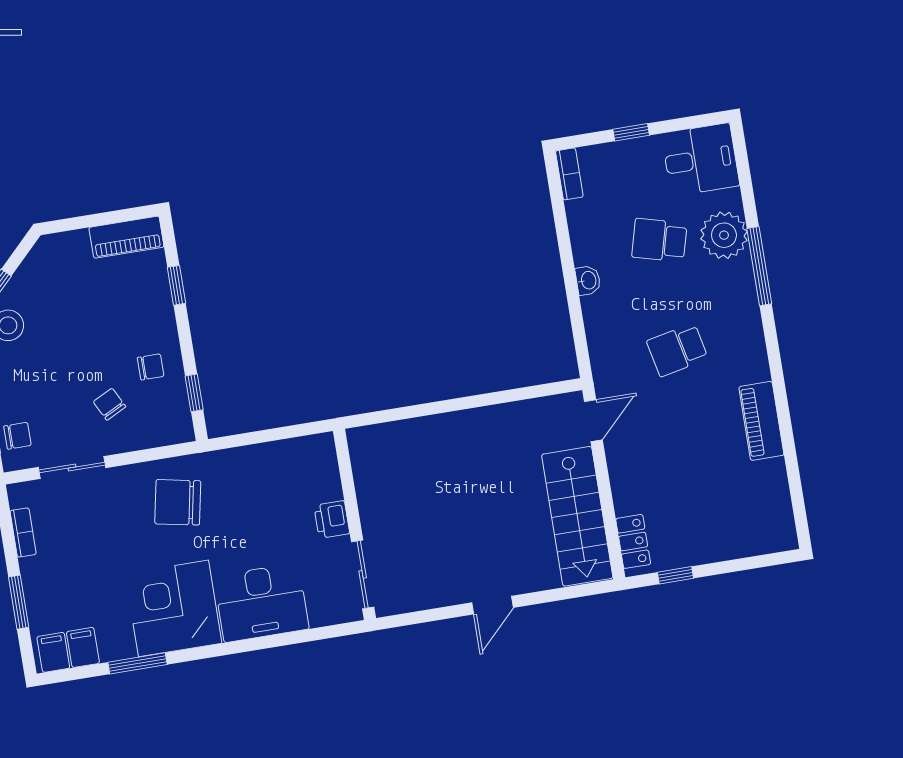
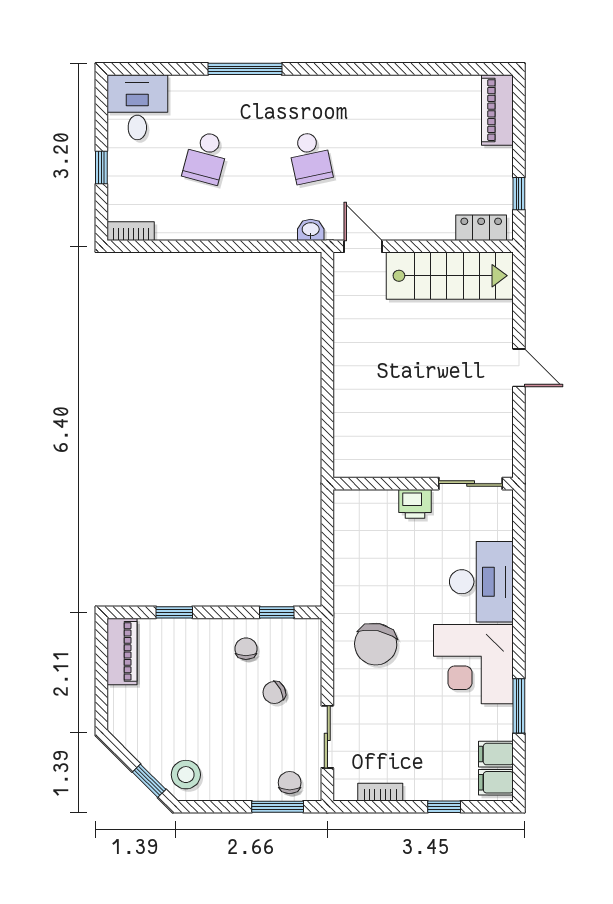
plant: (724, 235) -> (211, 97), removed
washbasin: (588, 280) -> (311, 230), moved
piano: (761, 421) -> (497, 110), moved, turned 90
window: (19, 602) -> (444, 807), width x0.67

